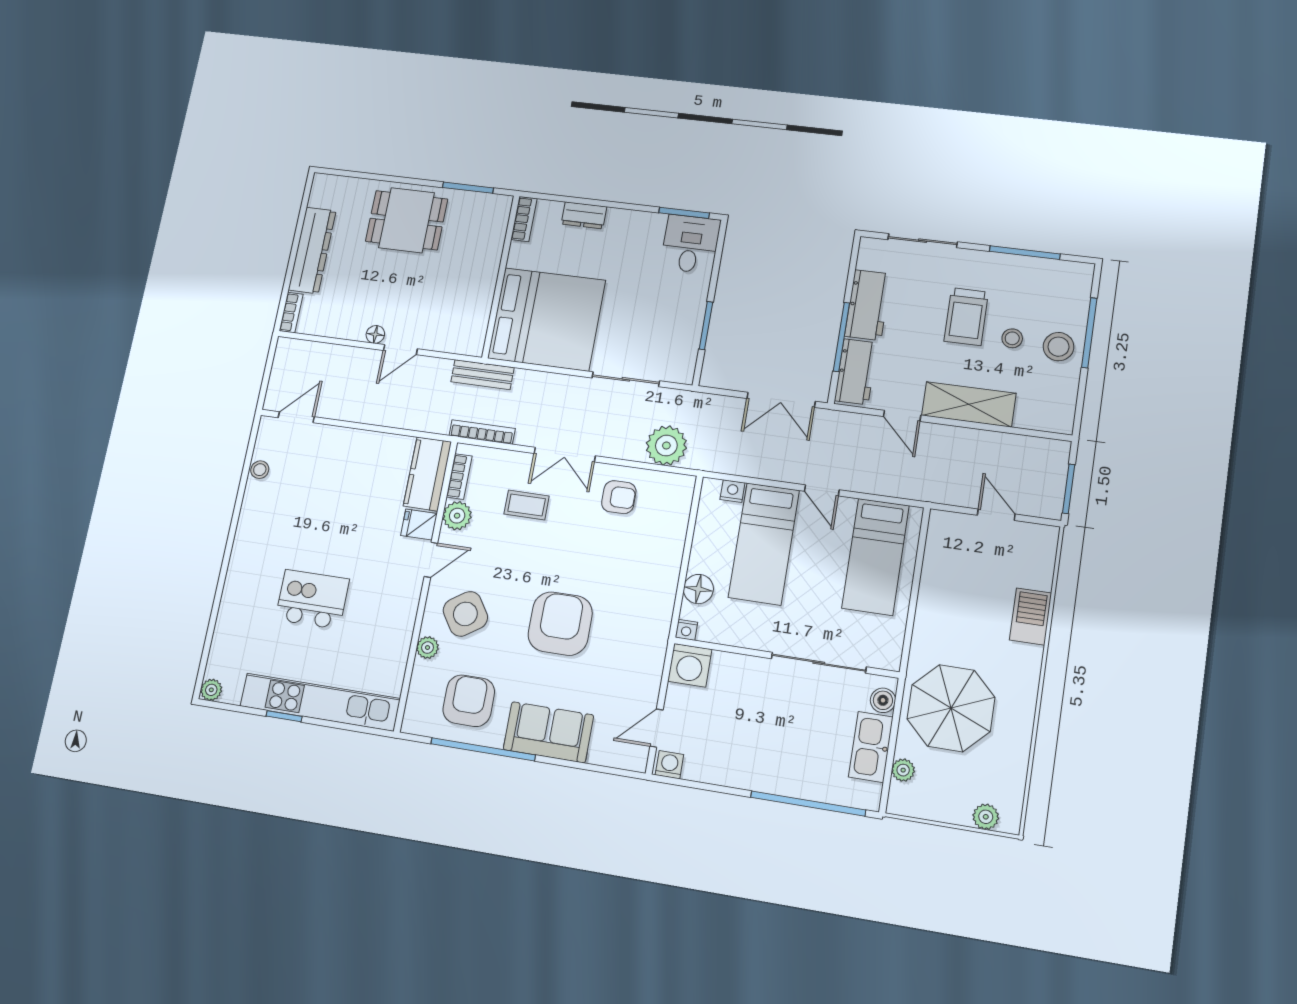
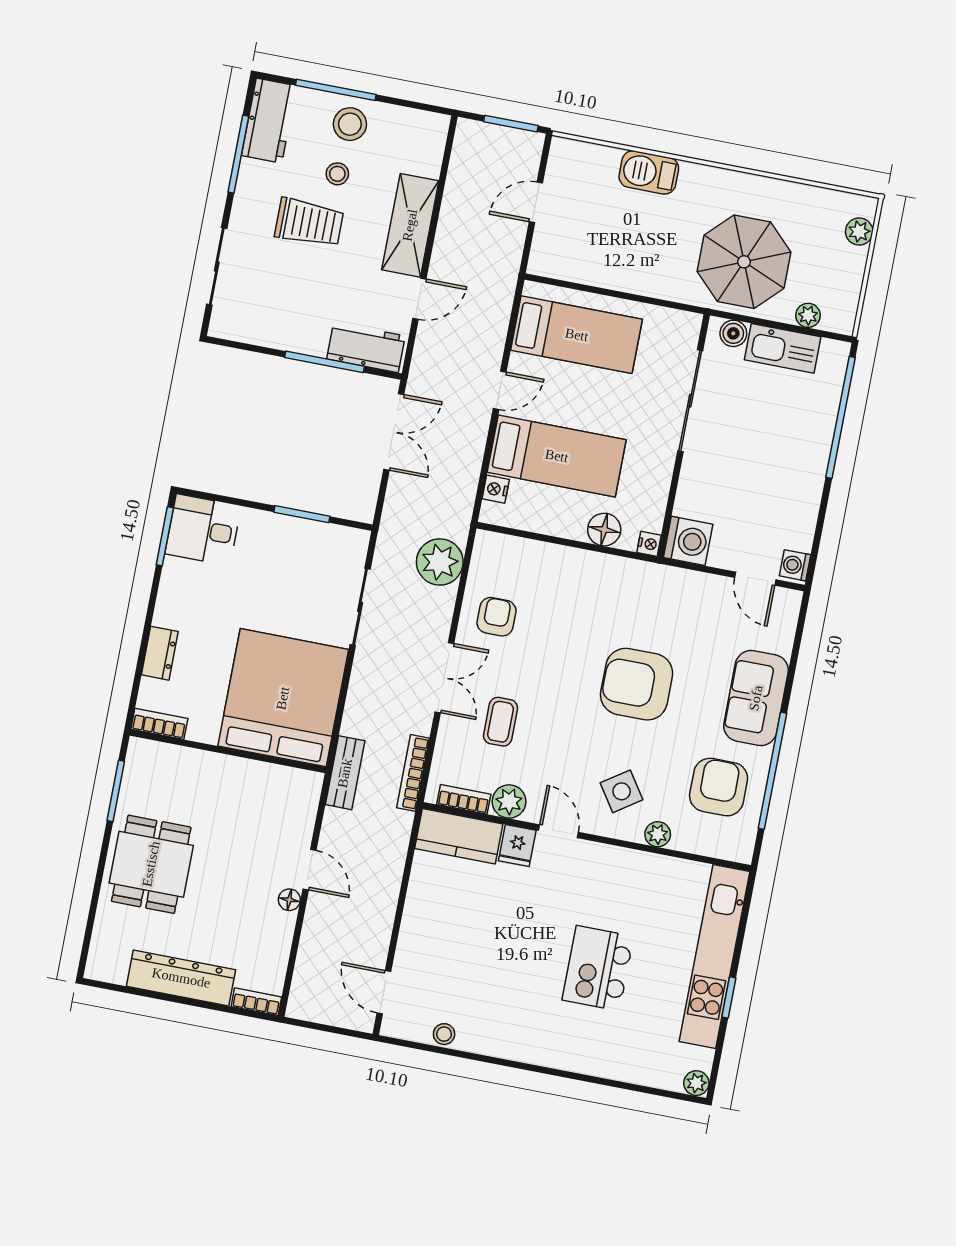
workbench: (868, 305) -> (269, 121), moved, turned 90
side table: (465, 614) -> (622, 791), width x0.73, depth x0.73
armchair: (469, 701) -> (719, 787), turned 90

